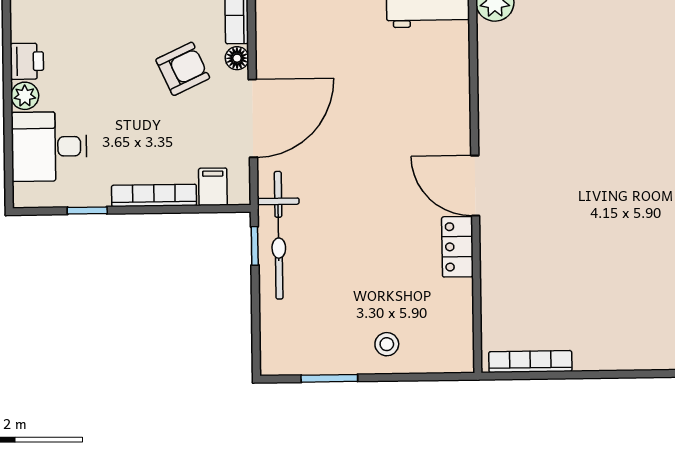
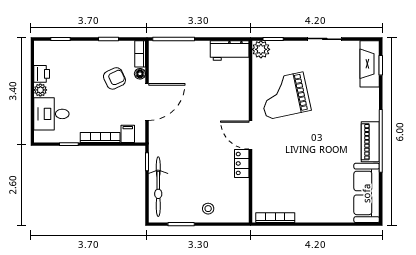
grand piano: (547, 101) -> (285, 96), added
bicycle: (279, 235) -> (158, 187), moved

